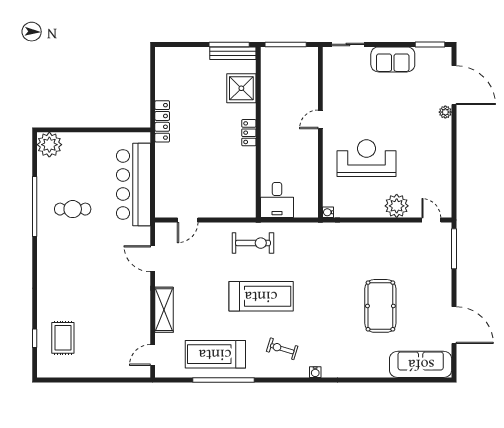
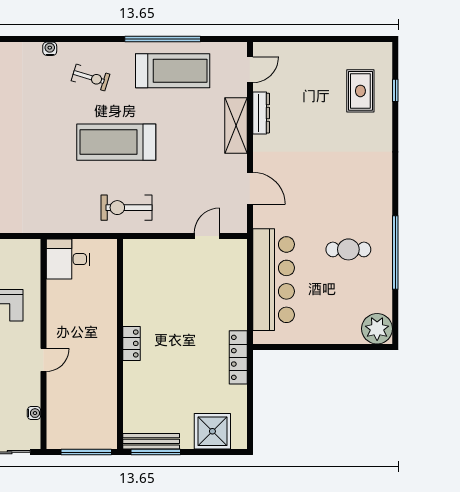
shower: (241, 88) -> (212, 431), moved
desk: (277, 200) -> (68, 259), moved, turned -90
water cooler: (328, 212) -> (34, 413), moved
dresser: (144, 320) -> (261, 113), added

